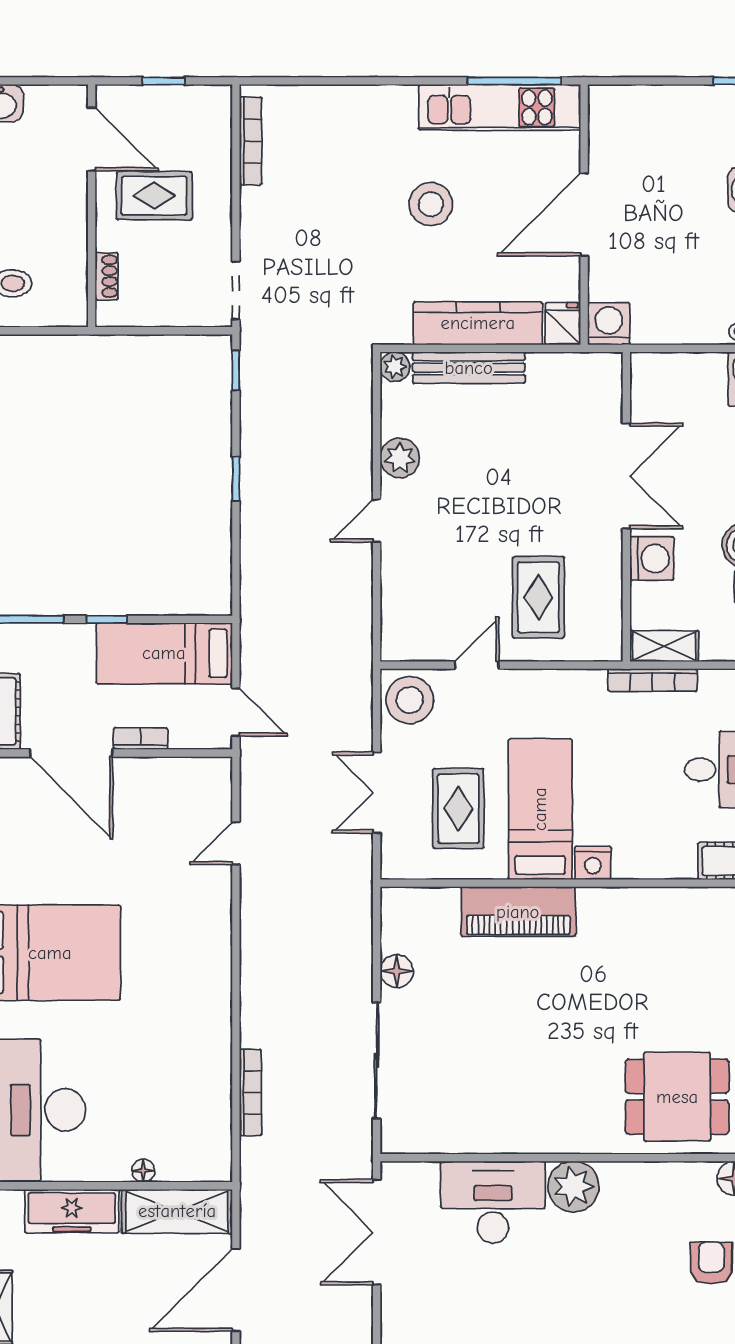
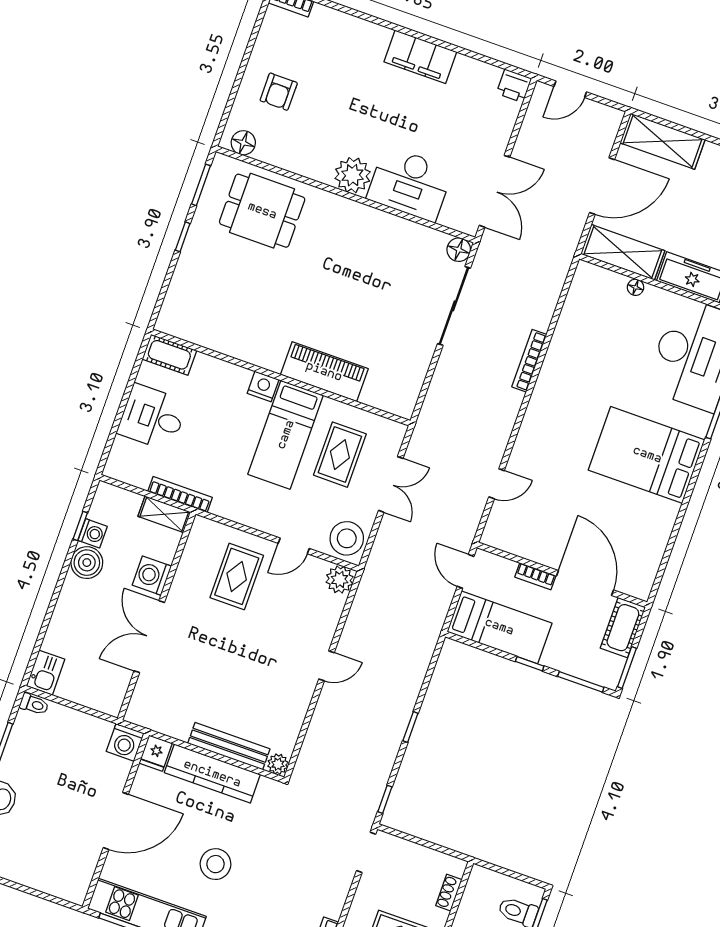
plant: (400, 458) -> (340, 580), moved
floor lamp: (397, 971) -> (459, 250), moved
bookcase: (250, 1093) -> (529, 361), moved

